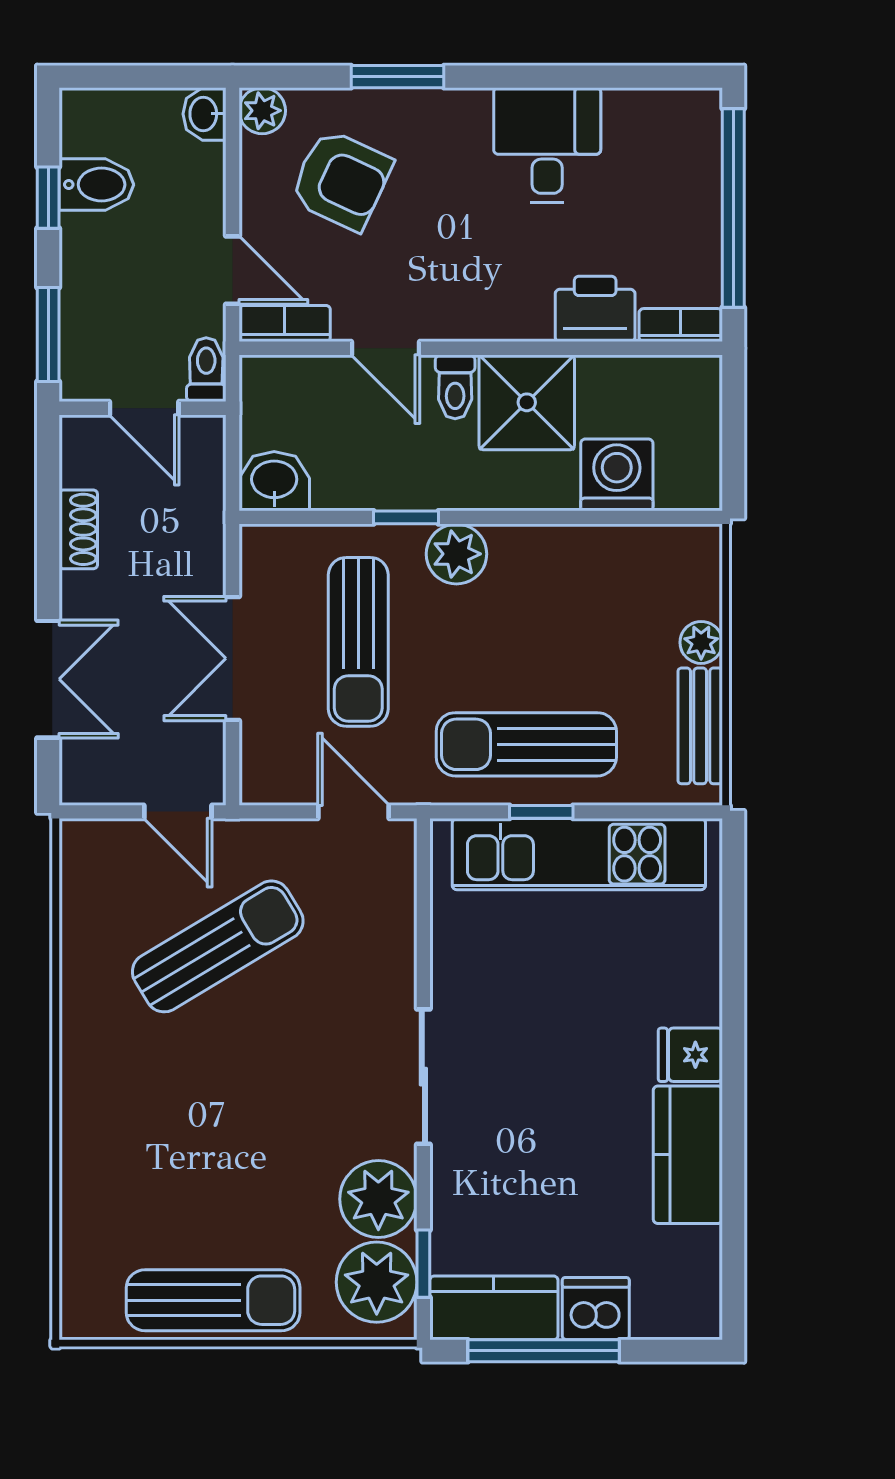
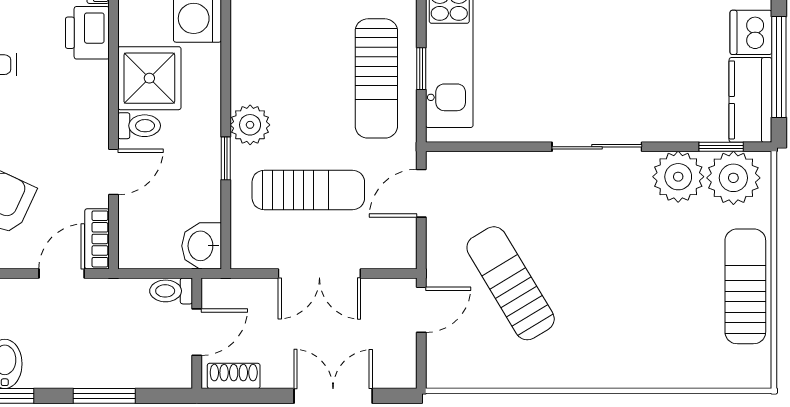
toilet: (206, 370) -> (171, 291), moved
wall: (142, 408) -> (197, 333), moved
door: (144, 408) -> (197, 332), moved

